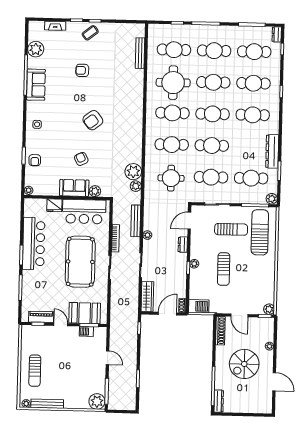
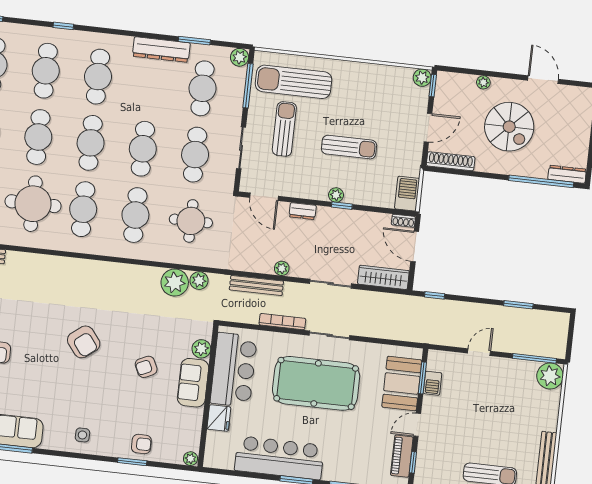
door: (274, 382) -> (543, 80), hinge flipped

